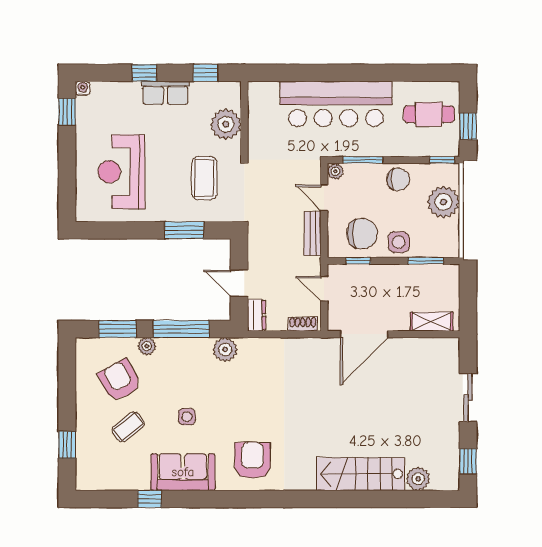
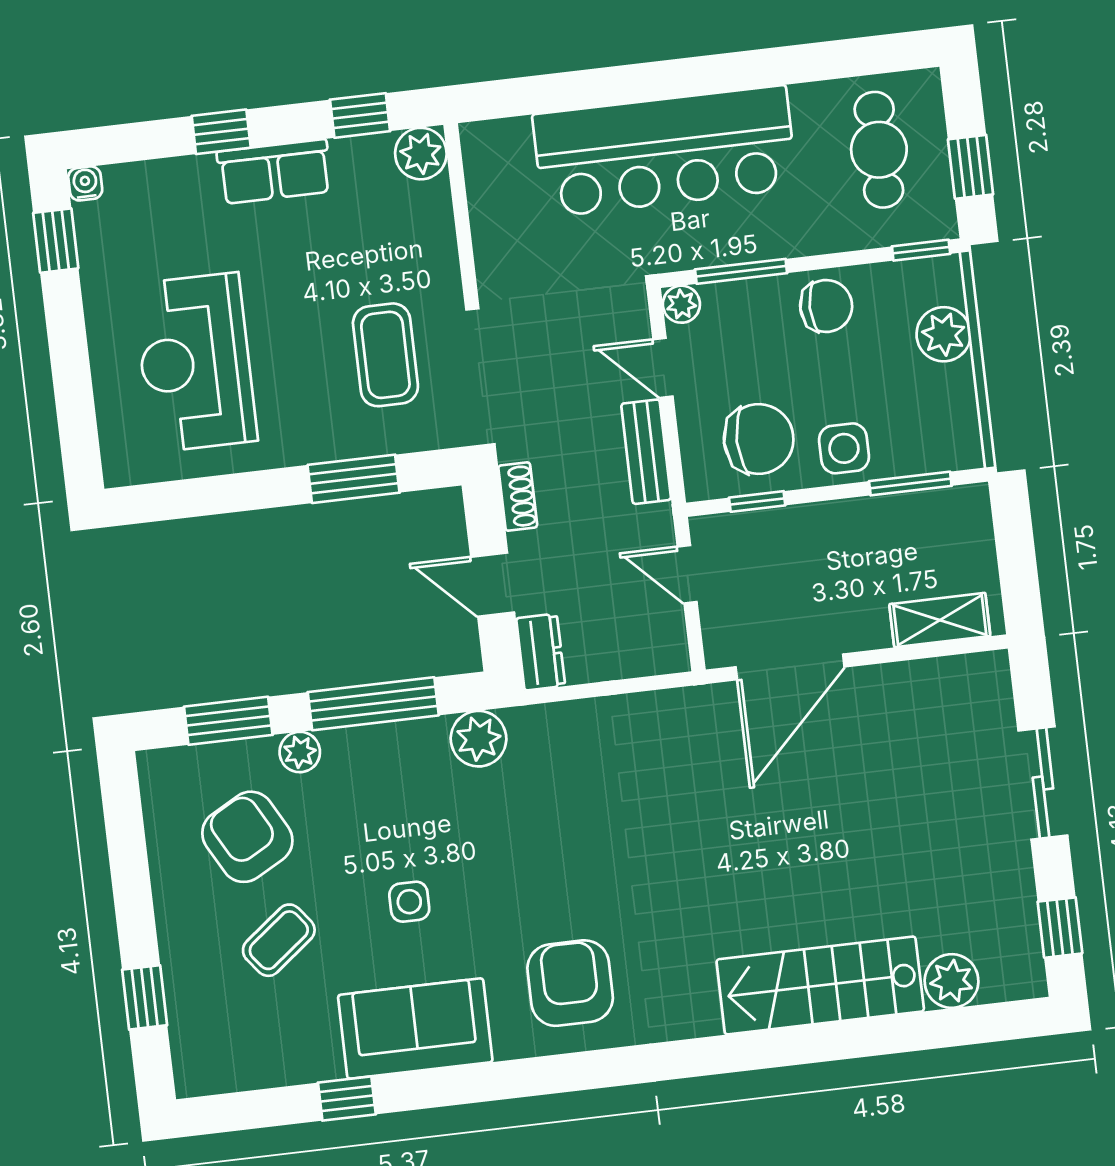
cafe table: (429, 114) -> (879, 150), turned 90
plant: (226, 124) -> (421, 154), moved, width x0.73, depth x0.73
plant: (443, 202) -> (944, 334), width x0.73, depth x0.73
shoe rack: (303, 324) -> (518, 497), moved, turned 90

